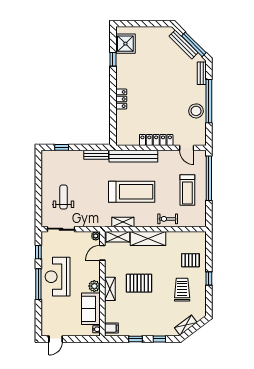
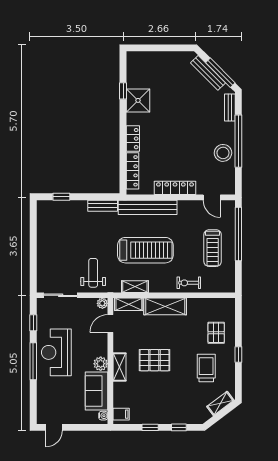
shower: (125, 44) -> (138, 100), moved
locker: (121, 126) -> (132, 171), added
weight bench: (63, 197) -> (93, 273), moved
pallet: (190, 260) -> (216, 333), turned 90
shelving: (186, 325) -> (220, 403), moved

